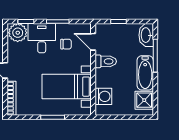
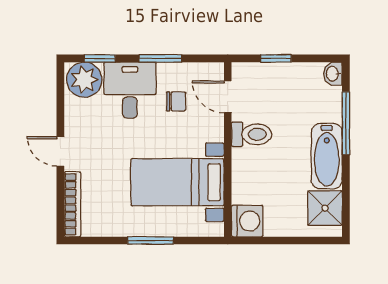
washbasin: (146, 35) -> (333, 74), width x0.52, depth x0.69
washing machine: (103, 96) -> (247, 221), moved

